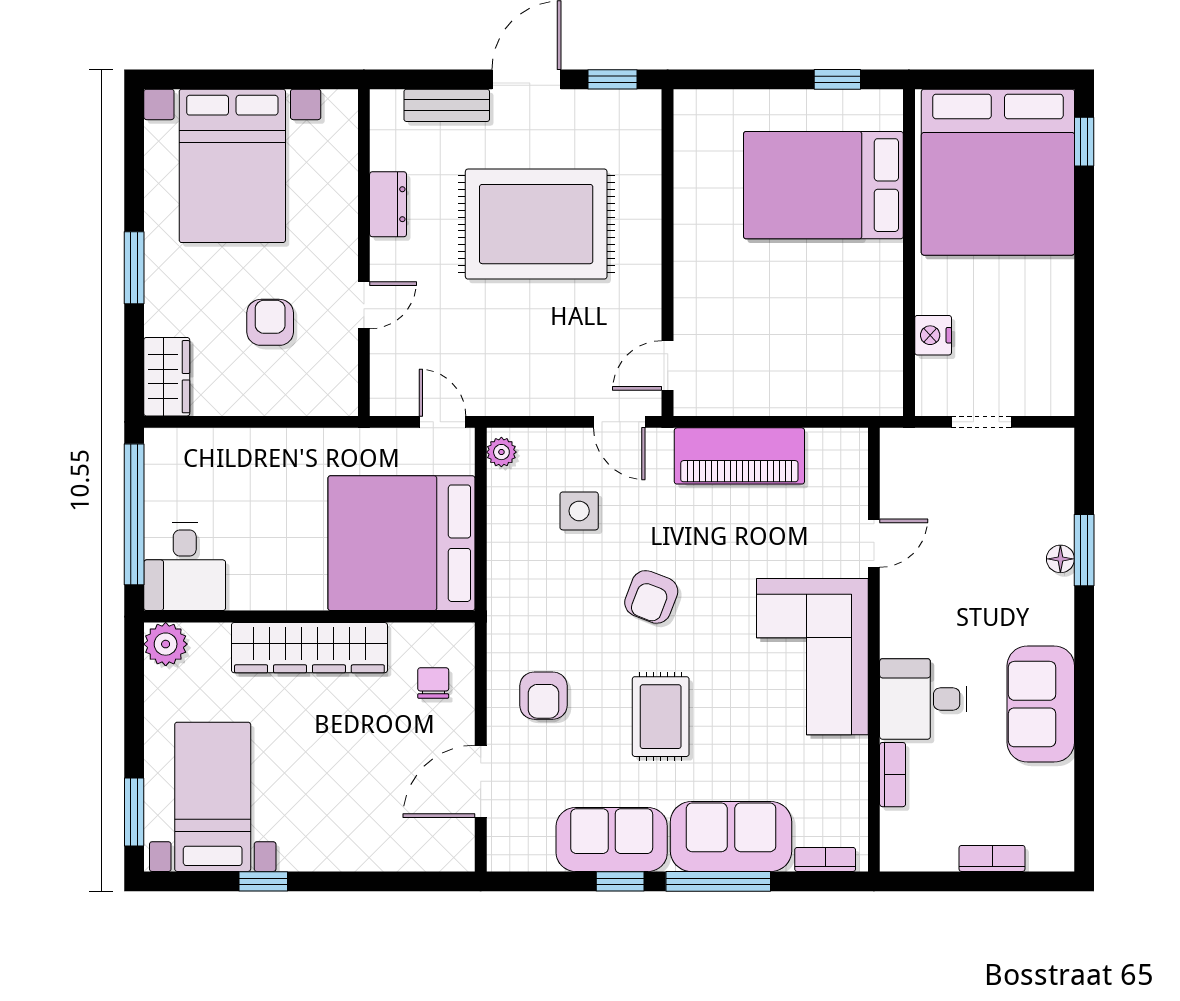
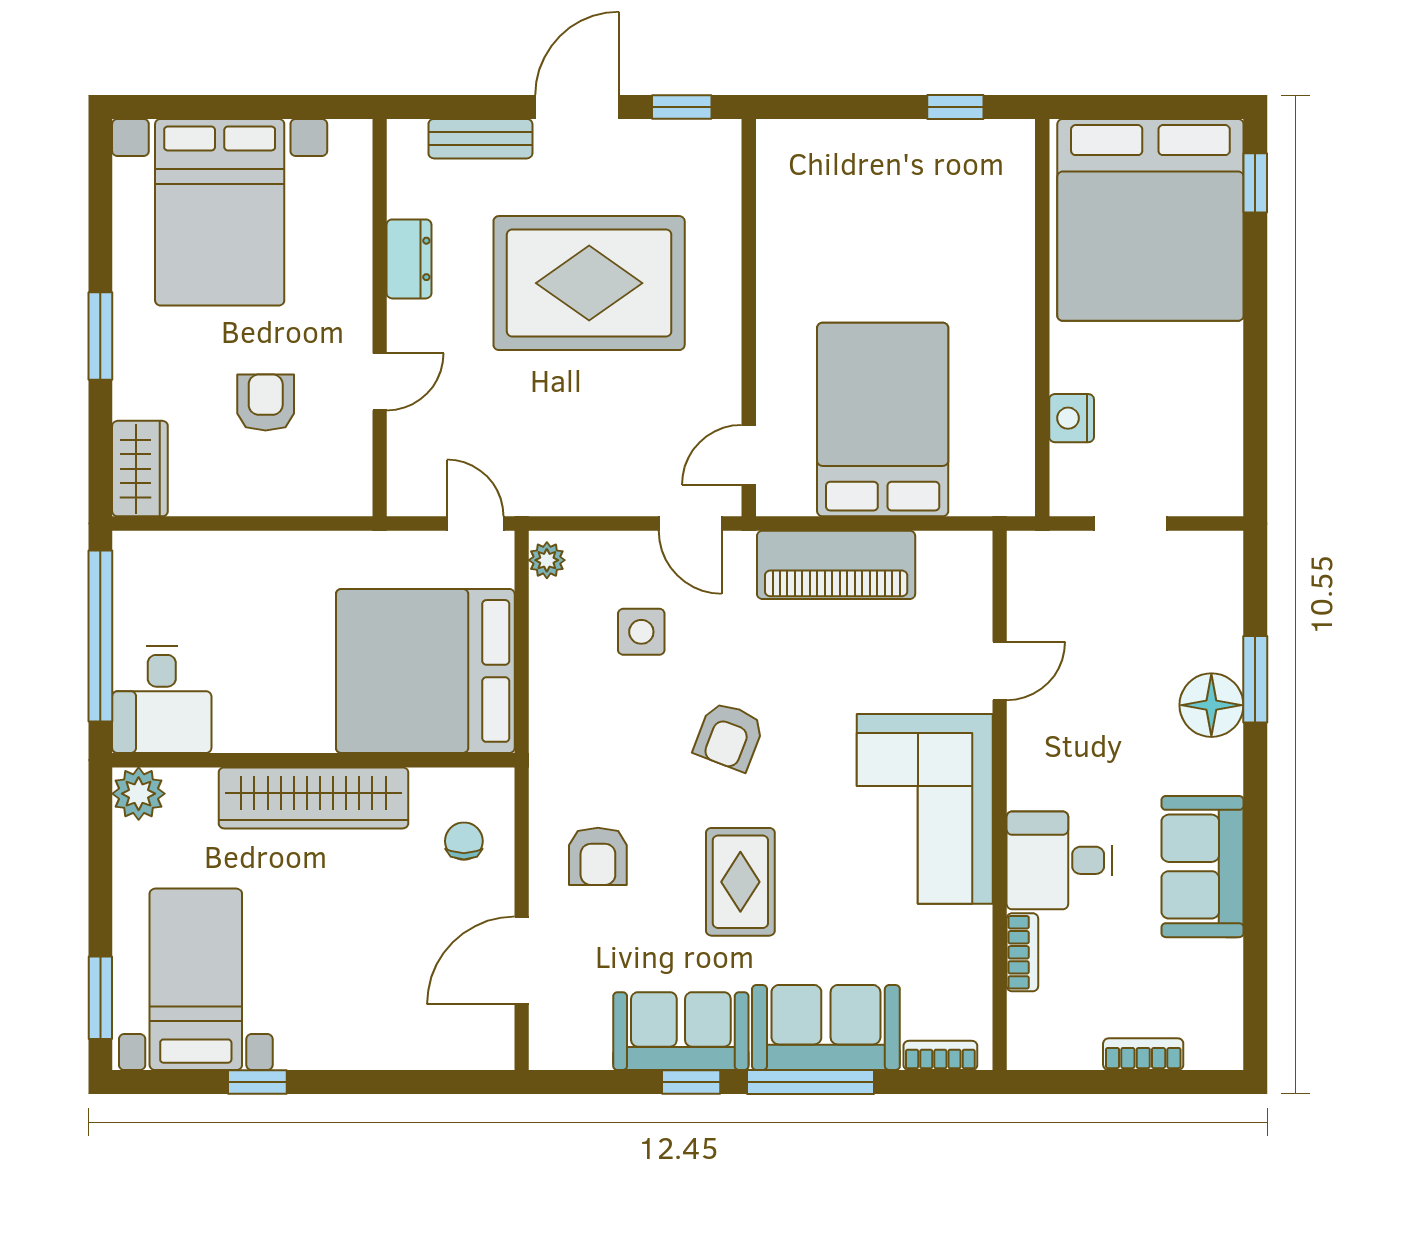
bed: (823, 185) -> (883, 420), moved, turned 90
floor lamp: (1060, 559) -> (1211, 705), width x1.89, depth x1.89

